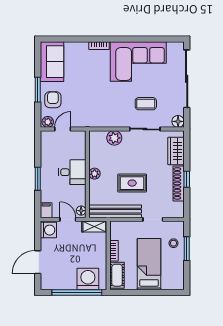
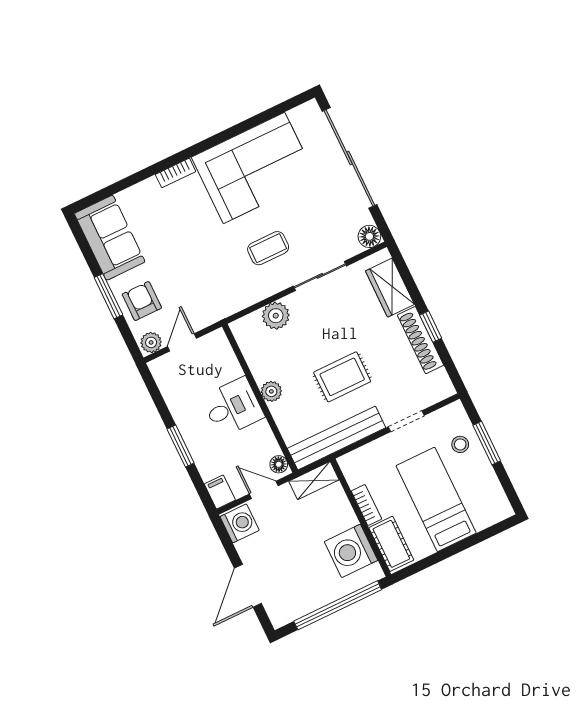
coffee table: (146, 104) -> (268, 248), moved
washing machine: (88, 279) -> (351, 551), moved, turned -90

